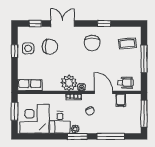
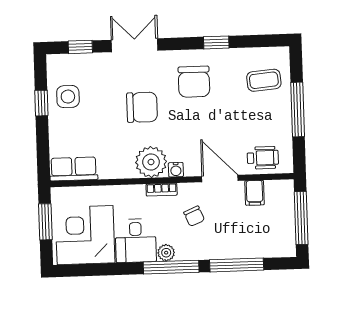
chair: (50, 47) -> (142, 107), moved
window: (77, 136) -> (171, 267), width x1.44

